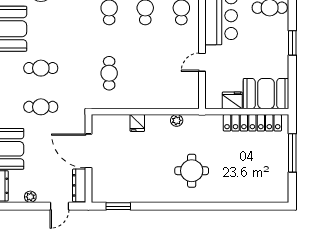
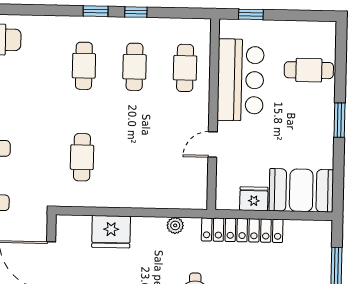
fridge: (137, 123) -> (111, 232), width x1.88, depth x1.34
locker: (252, 123) -> (242, 230), moved

